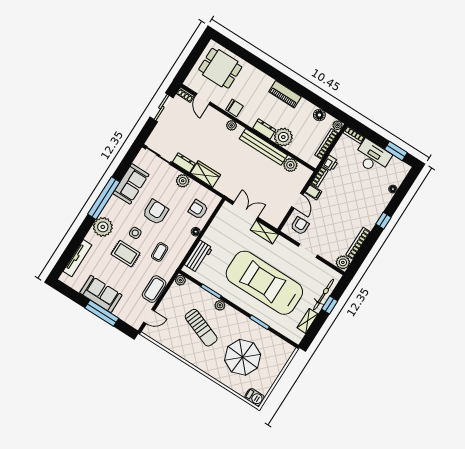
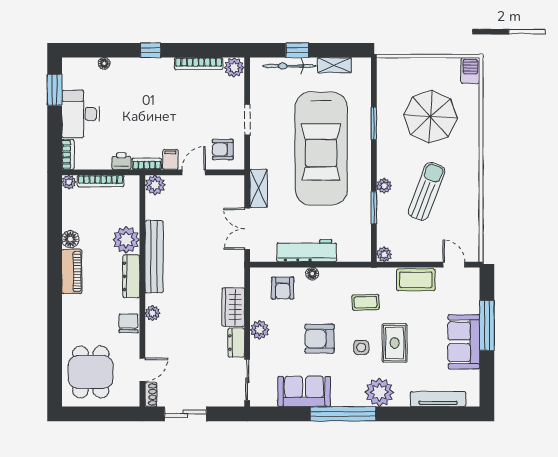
floor lamp: (319, 115) -> (70, 239), moved
dresser: (264, 129) -> (131, 276), width x1.44
plant: (290, 165) -> (155, 185), moved
workbench: (199, 256) -> (307, 251), moved, width x1.38

